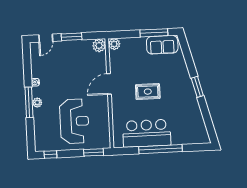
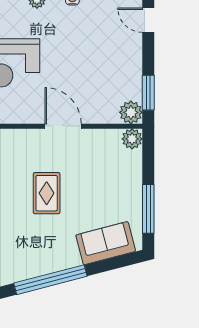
window: (72, 37) -> (148, 93), moved
sofa: (162, 45) -> (106, 243), moved, turned 75
window: (197, 87) -> (50, 280), width x2.11

